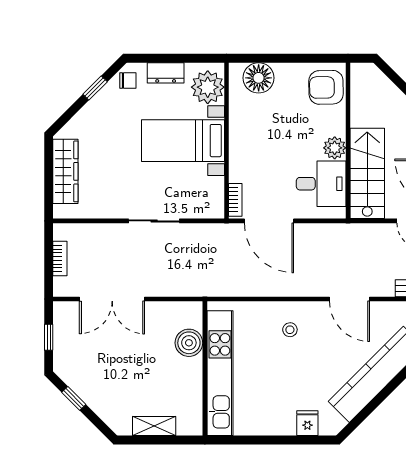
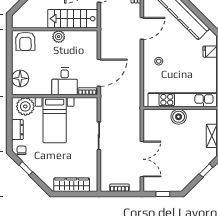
desk: (321, 184) -> (65, 81), moved, turned 180
boiler: (189, 343) -> (179, 117), moved
window: (74, 398) -> (206, 171), moved

